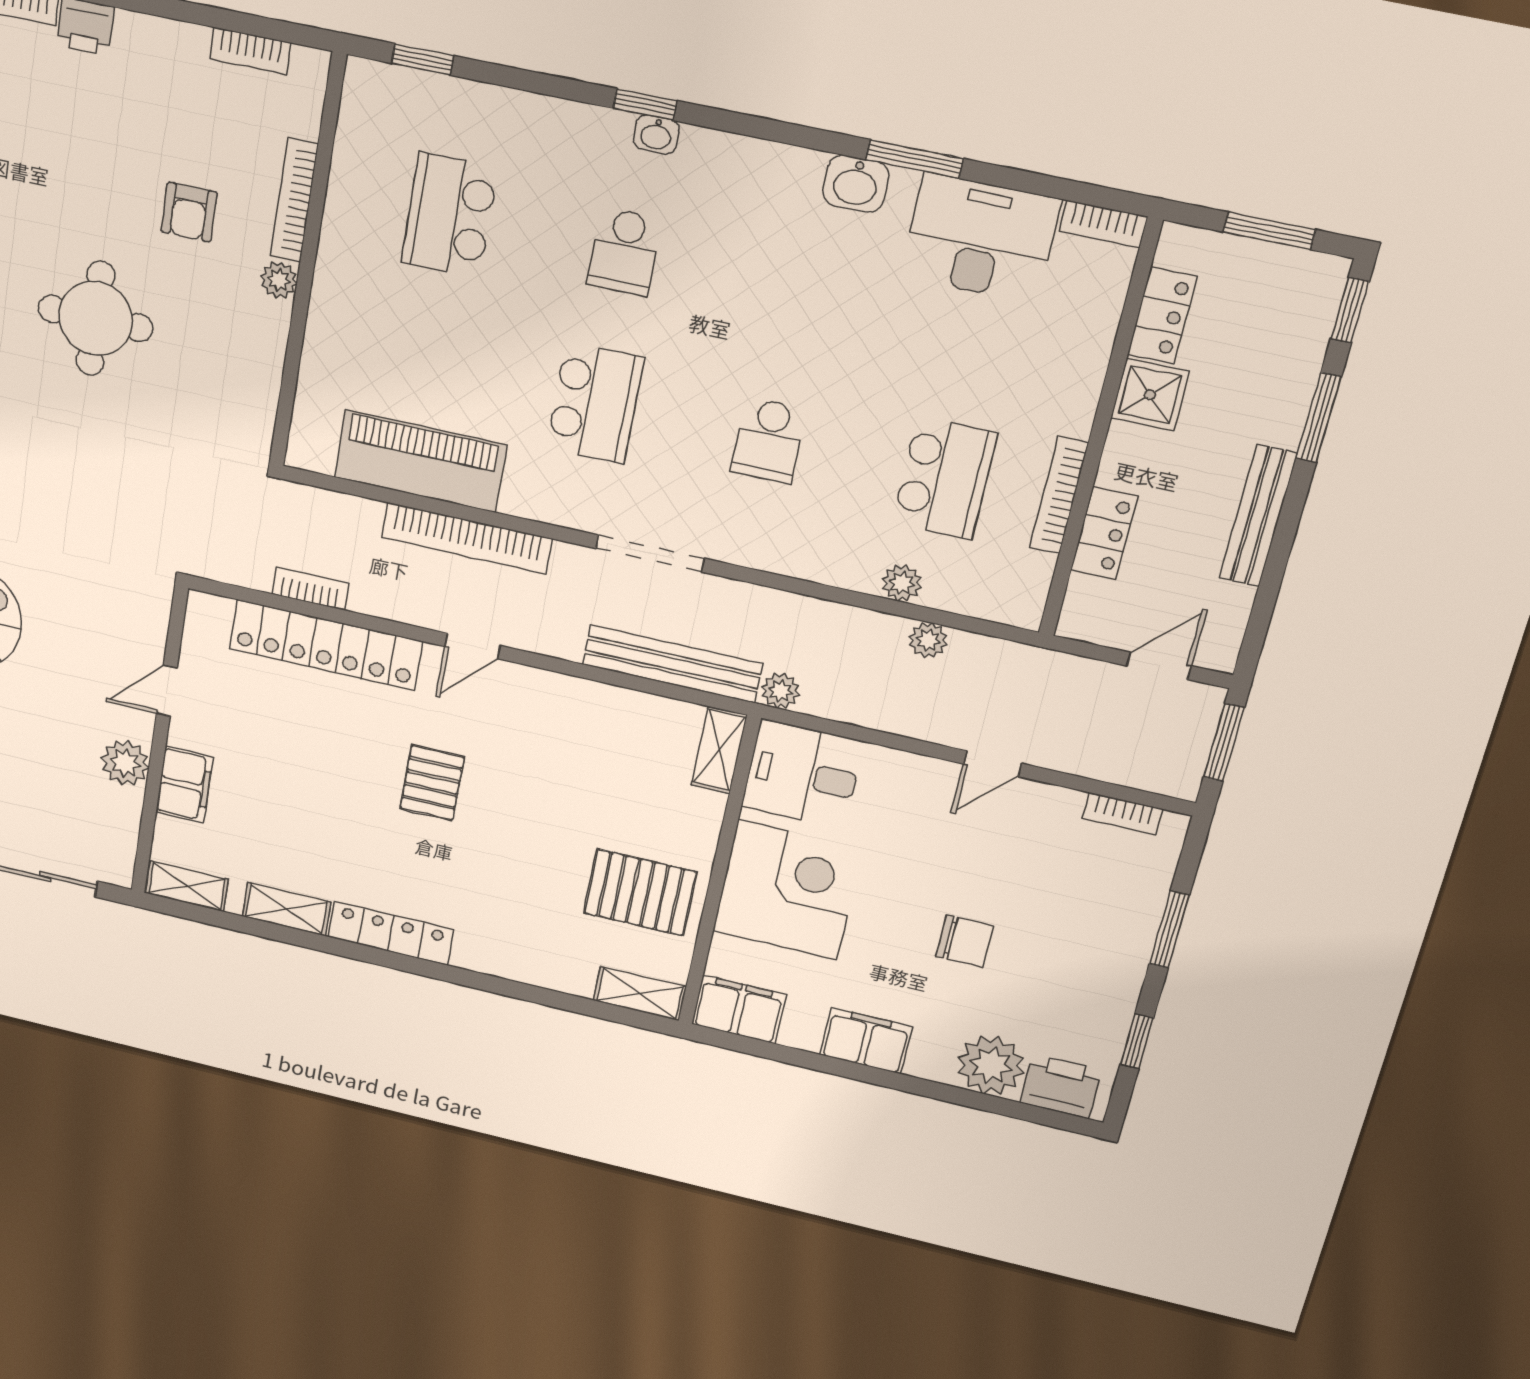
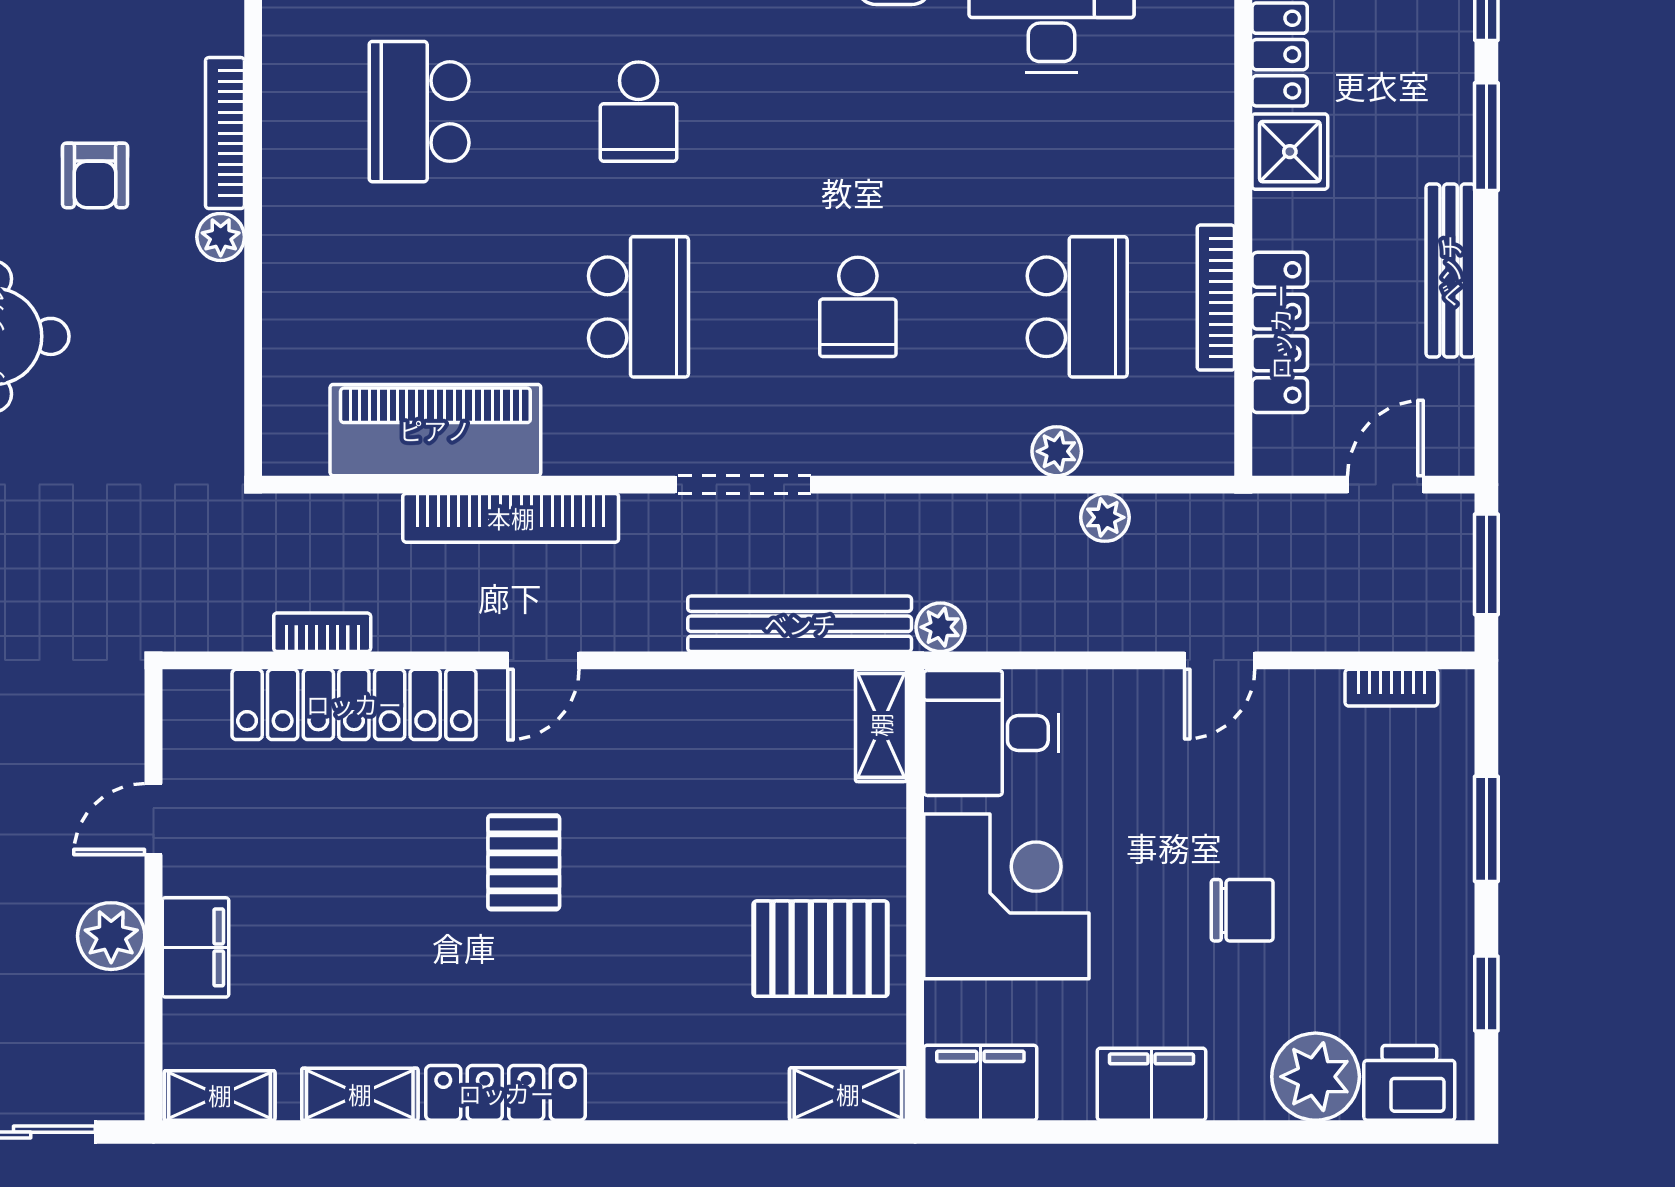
locker: (1104, 533) -> (1280, 332), width x1.53

